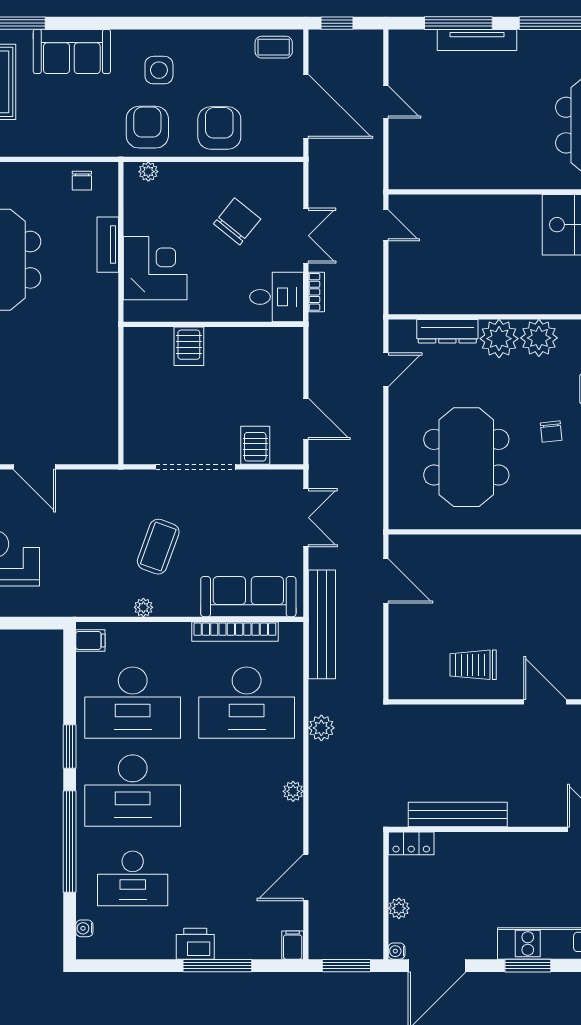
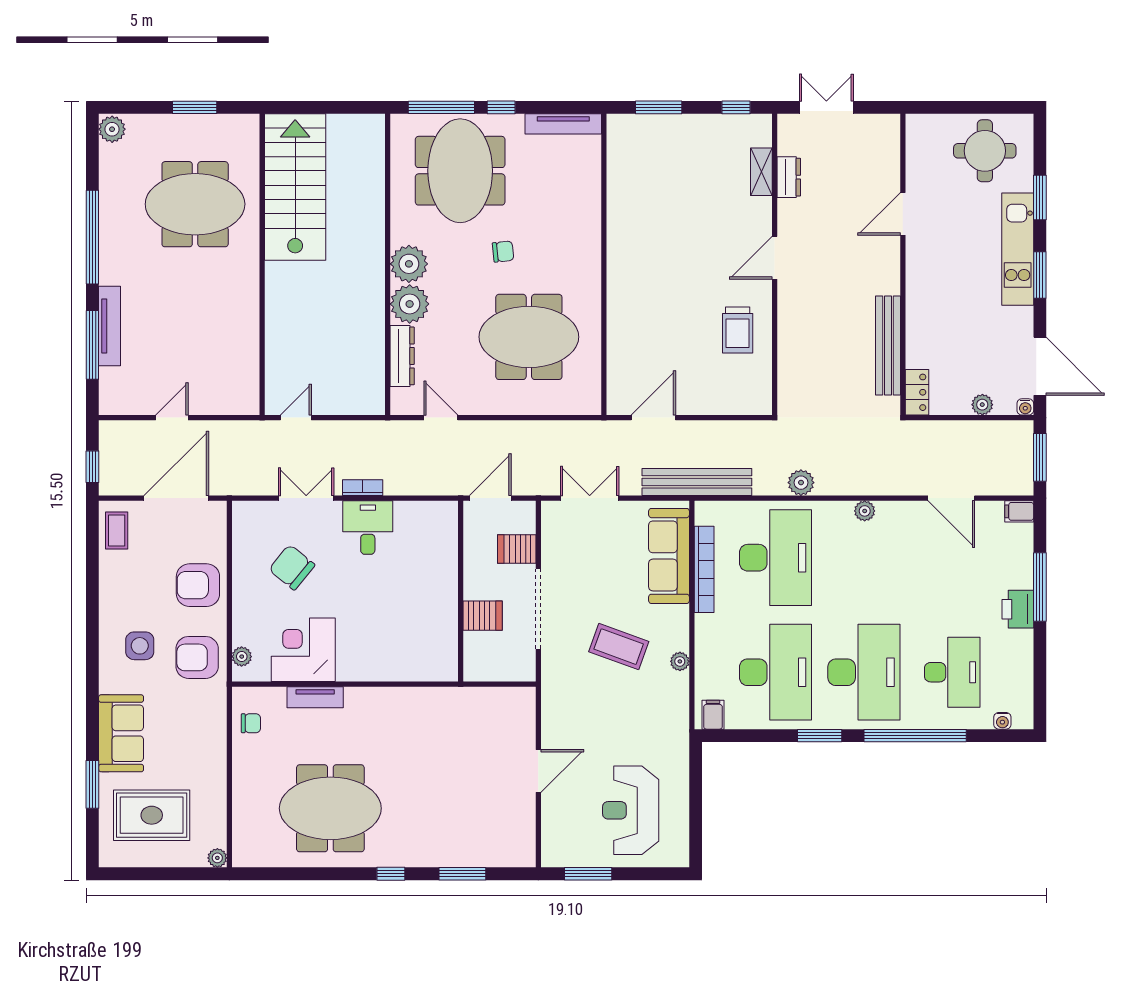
corner desk: (155, 268) -> (303, 650), moved
wall: (213, 324) -> (461, 591), moved
server rack: (189, 346) -> (483, 616), moved

